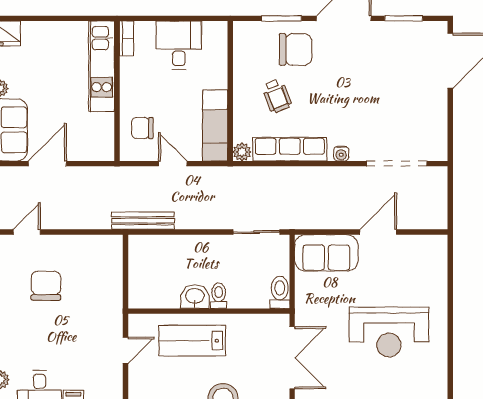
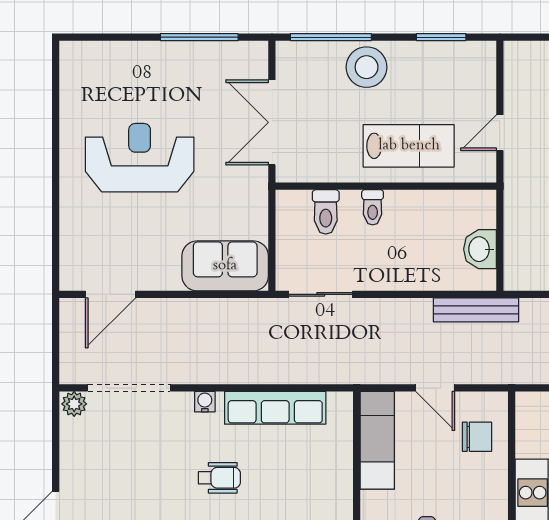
wheelchair: (277, 96) -> (219, 478), moved, turned 112
plant: (242, 152) -> (74, 404), moved
door: (378, 232) -> (110, 294), moved
toilet: (280, 292) -> (326, 212), moved
washbasin: (195, 297) -> (480, 249), moved, turned 90

